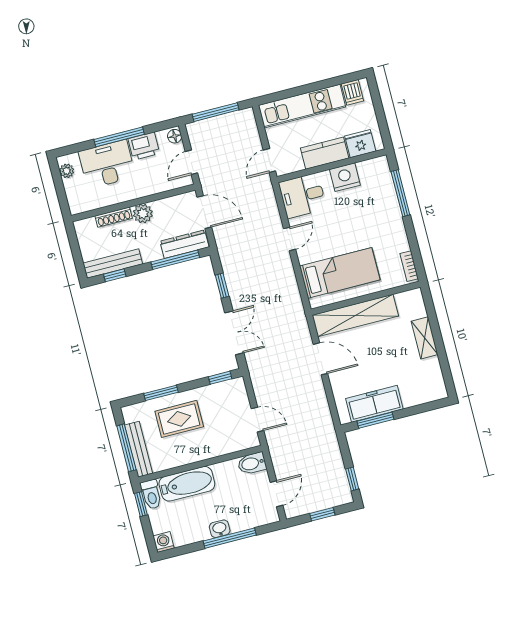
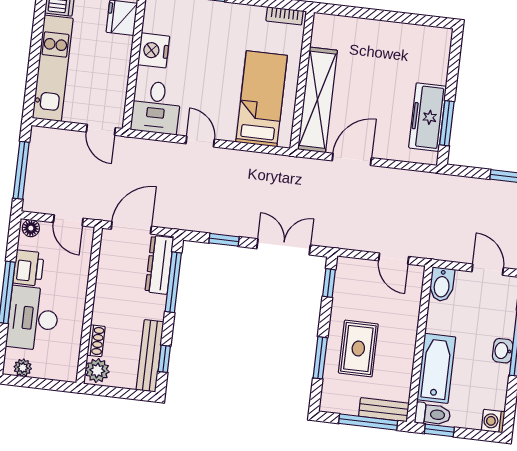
kitchen counter: (325, 153) -> (117, 63), removed
plant: (143, 214) -> (97, 370), moved
shoe rack: (114, 217) -> (96, 341), width x0.70
shelving: (425, 338) -> (374, 30), removed
door: (257, 420) -> (394, 259), swing flipped
bench: (139, 449) -> (384, 410), width x0.73

